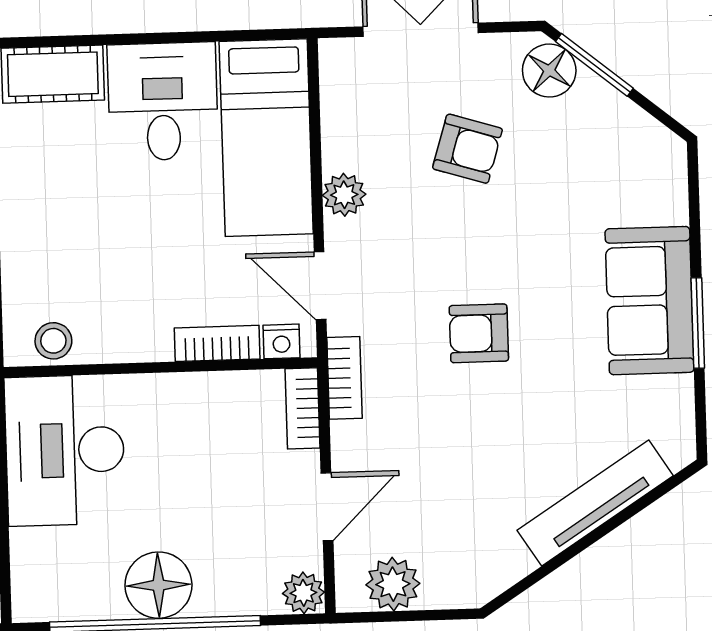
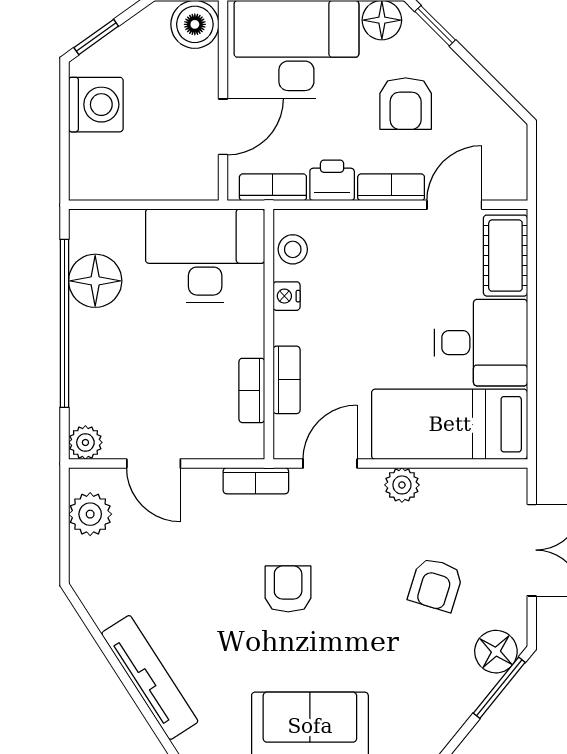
nightstand: (281, 341) -> (287, 296), moved
bookcase: (303, 408) -> (252, 390), moved, turned -90
floor lamp: (158, 585) -> (95, 281), moved

